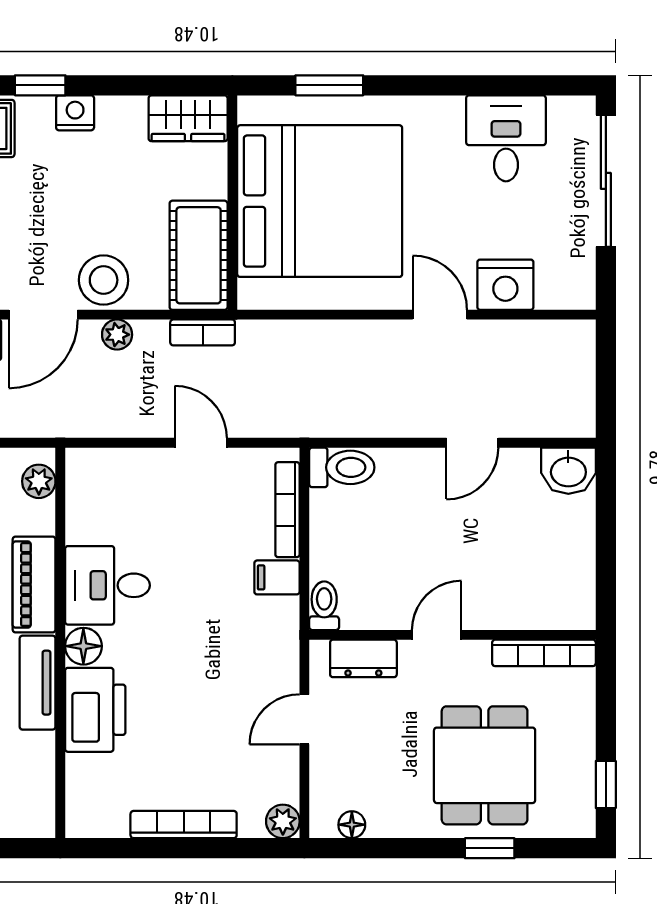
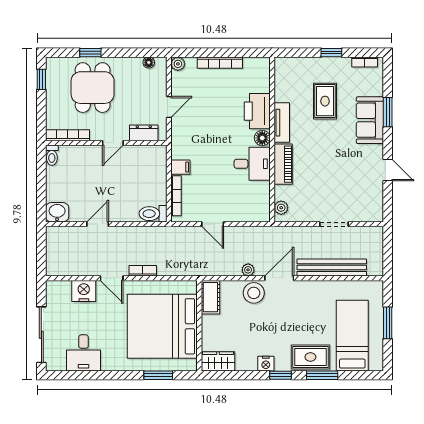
cot: (199, 255) -> (210, 297), width x0.73, depth x0.75
bookcase: (203, 332) -> (143, 271), moved
toilet: (324, 606) -> (52, 155), moved

